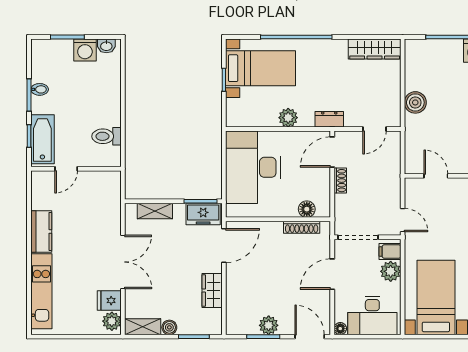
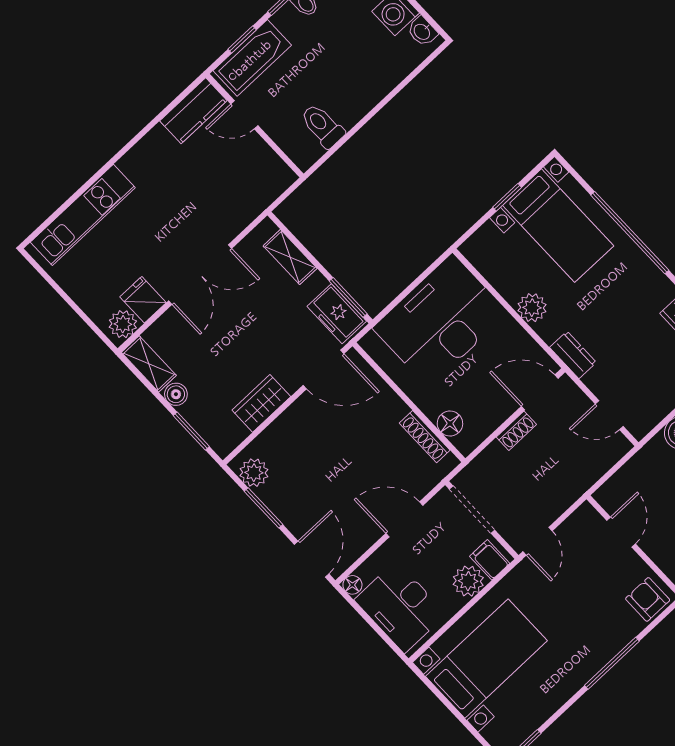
kitchen counter: (41, 231) -> (193, 111), moved
plant: (269, 325) -> (254, 473), moved

